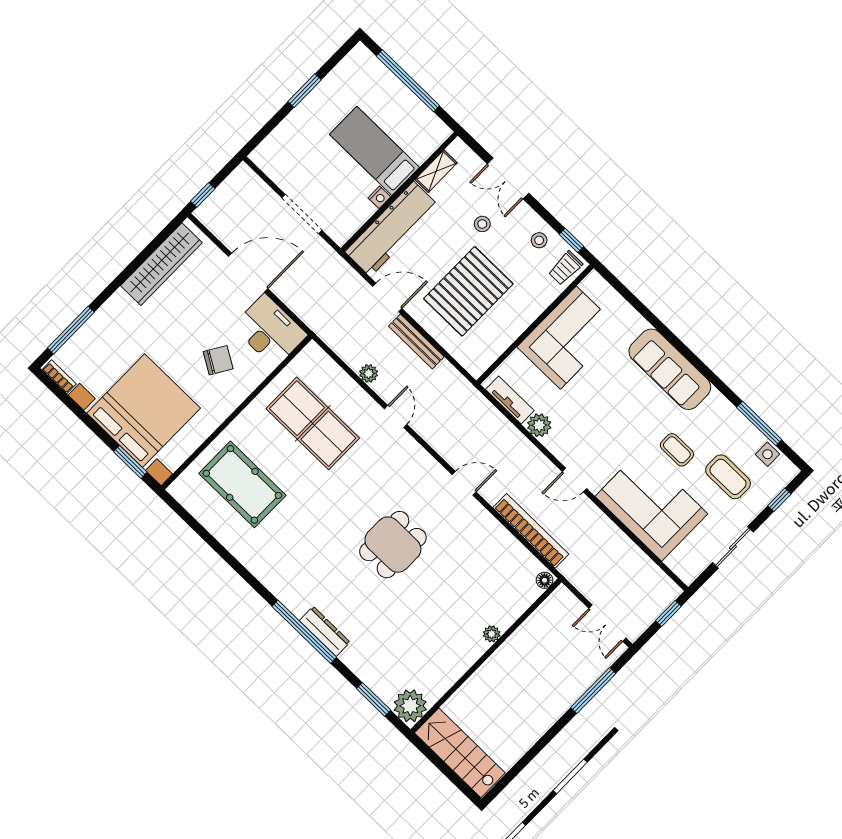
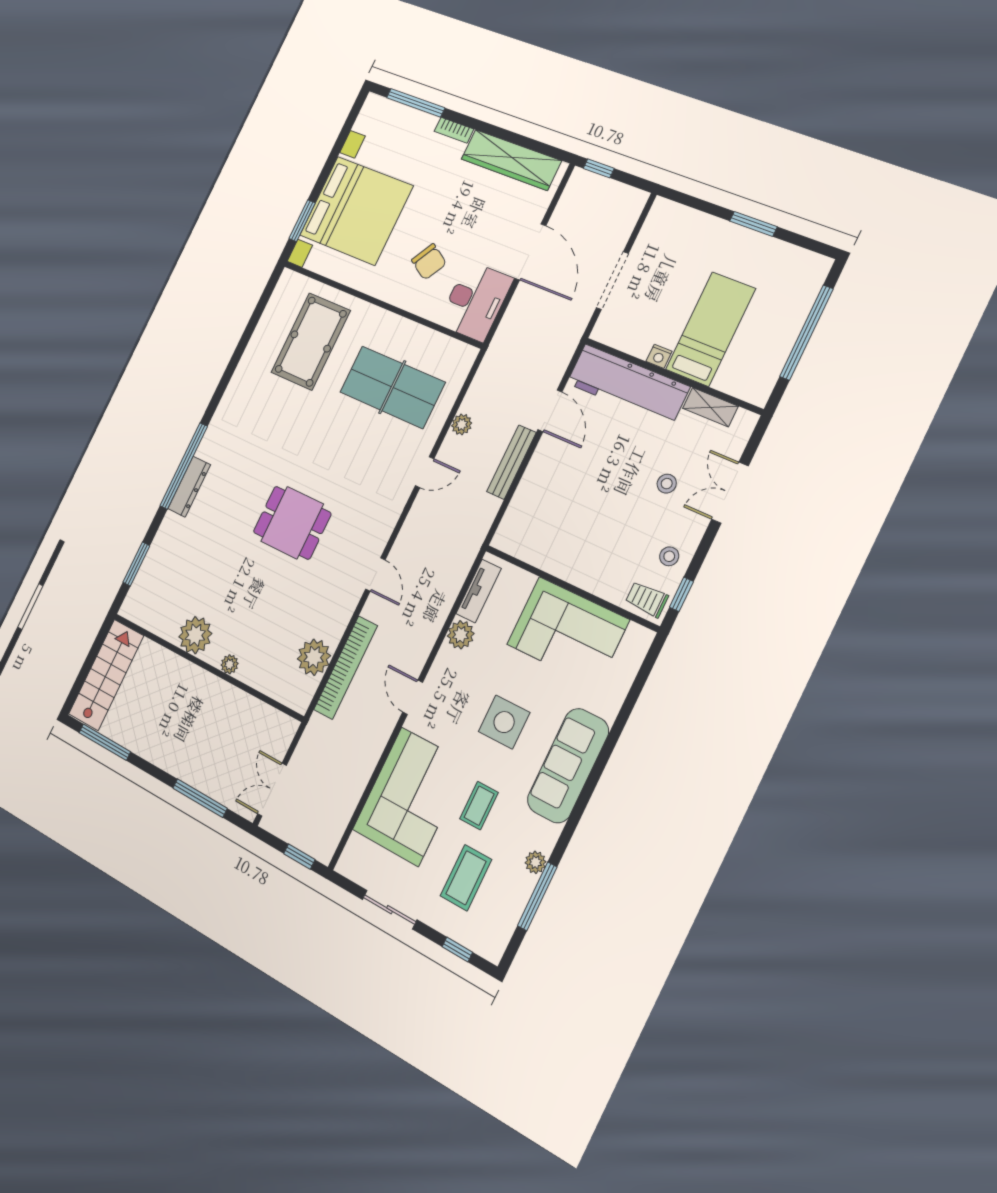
pallet: (468, 291) -> (585, 498), removed
bookcase: (59, 377) -> (454, 130), moved, turned 90
plant: (734, 417) -> (535, 862), added
table tennis table: (313, 423) -> (392, 387), turned 90
side table: (767, 454) -> (504, 722), moved, width x1.87, depth x1.87
plant: (513, 556) -> (314, 657), added
floor lamp: (545, 580) -> (298, 702), removed
plant: (410, 706) -> (195, 635), moved
window: (517, 769) -> (105, 742), added

